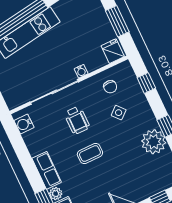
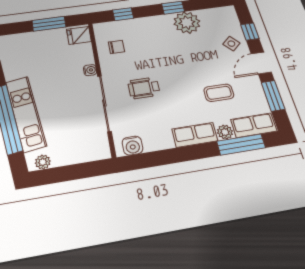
side table: (119, 113) -> (231, 44), moved
wheelchair: (77, 120) -> (144, 88), turned 180
coffee table: (90, 154) -> (219, 93), moved, turned 90

